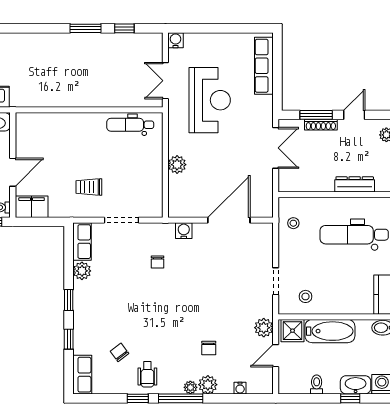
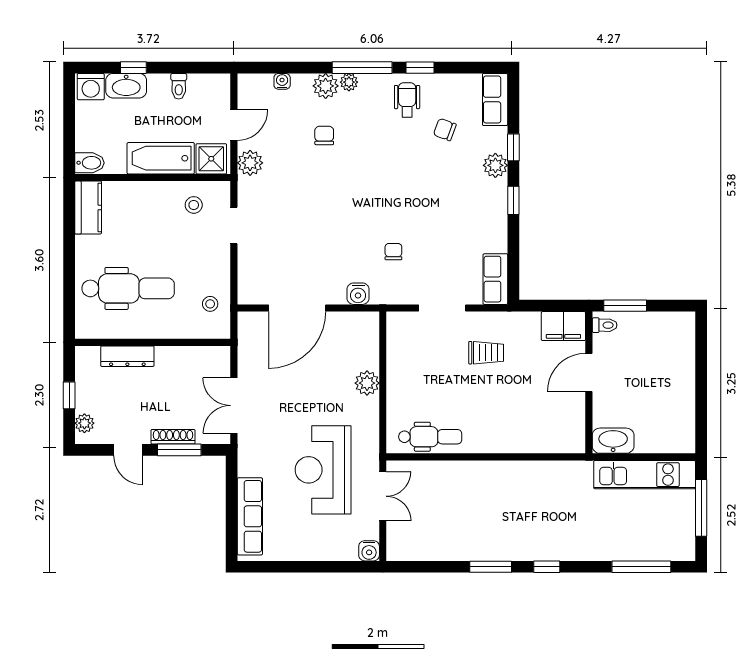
window: (124, 28) -> (547, 567), moved
door: (354, 115) -> (128, 450), hinge flipped
plant: (82, 271) -> (495, 165), moved
chair: (119, 352) -> (445, 130), turned 147

